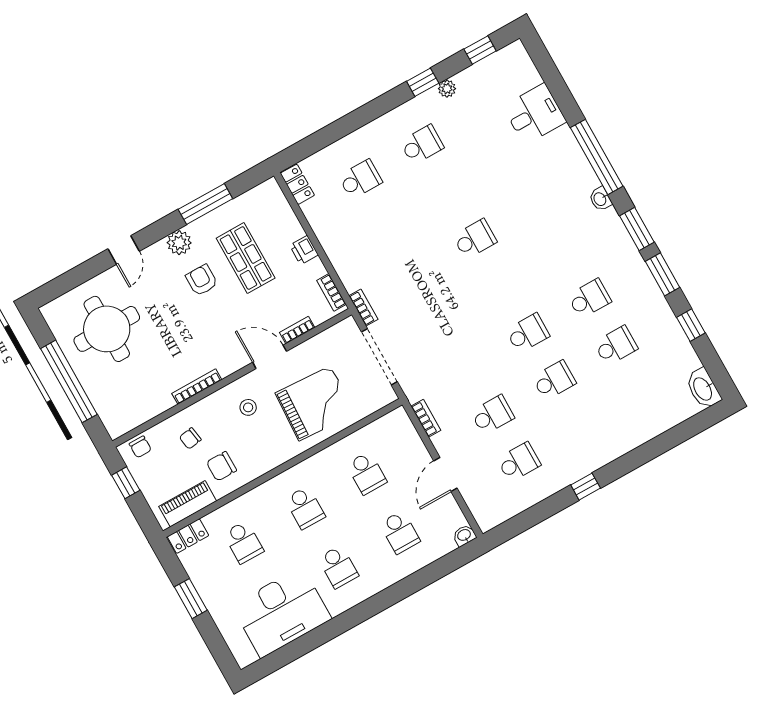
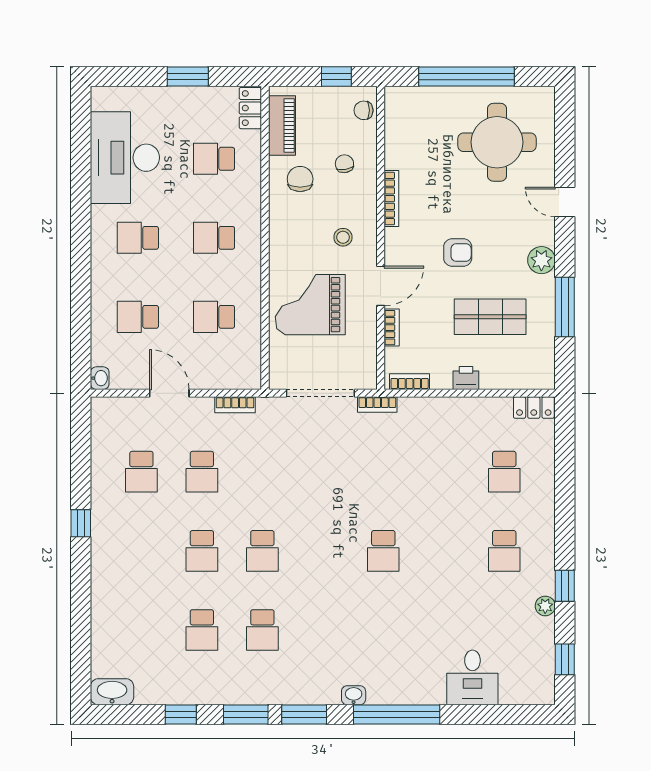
armchair: (202, 280) -> (458, 252), moved
grand piano: (315, 403) -> (310, 305), turned 87

